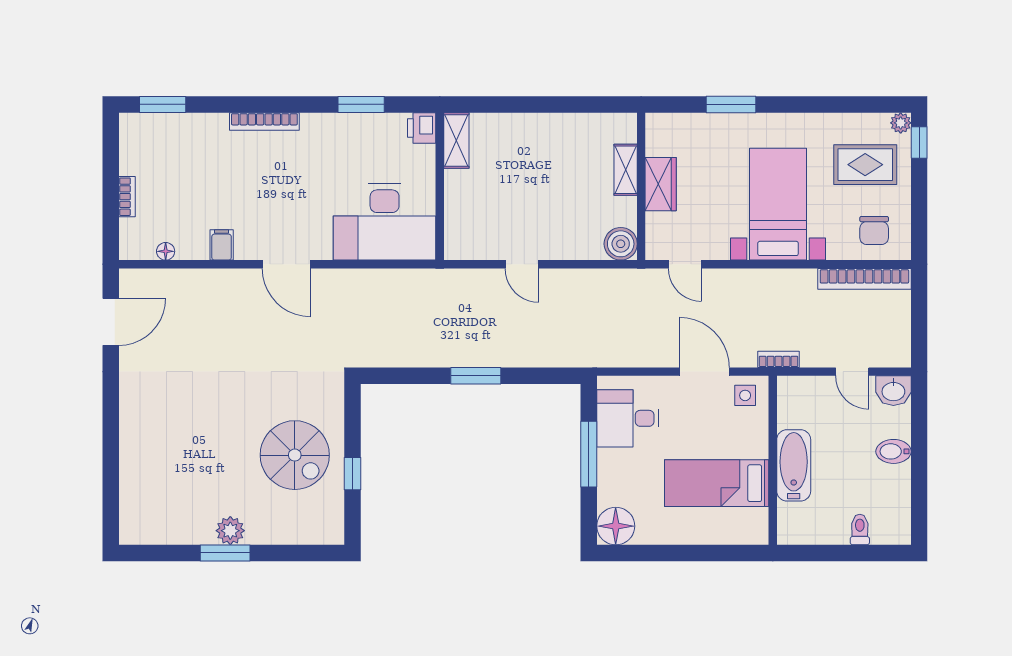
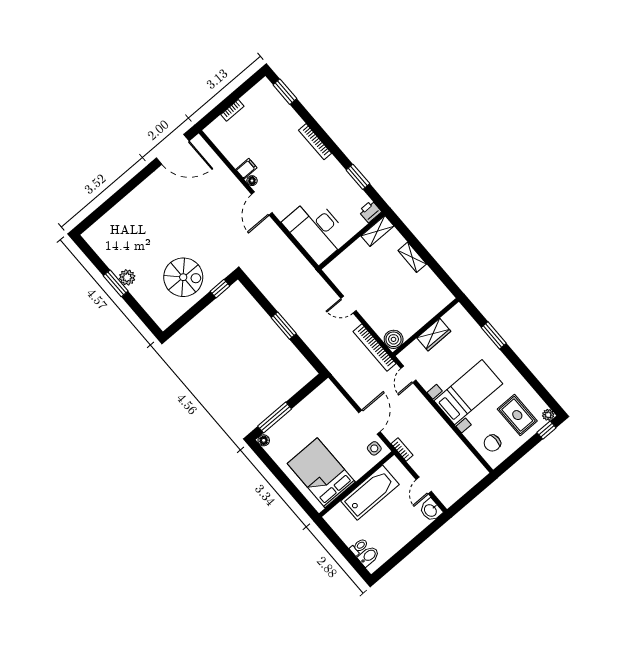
shelving: (626, 170) -> (412, 257), moved, turned 90
floor lamp: (166, 251) -> (252, 181), moved
door: (522, 264) -> (348, 305), hinge flipped
bookcase: (864, 279) -> (374, 348), moved
door: (111, 322) -> (173, 149), width x1.36
desk: (628, 418) -> (321, 406), removed
bidet: (894, 451) -> (369, 556), moved, turned 90
window: (589, 454) -> (275, 417), moved
spiral stairs: (295, 455) -> (183, 277), turned -90
bathtub: (794, 465) -> (370, 493), width x1.36, depth x1.36
window: (352, 474) -> (220, 289), moved
bed: (717, 483) -> (321, 473), width x1.50
floor lamp: (616, 526) -> (264, 440), width x0.53, depth x0.53

